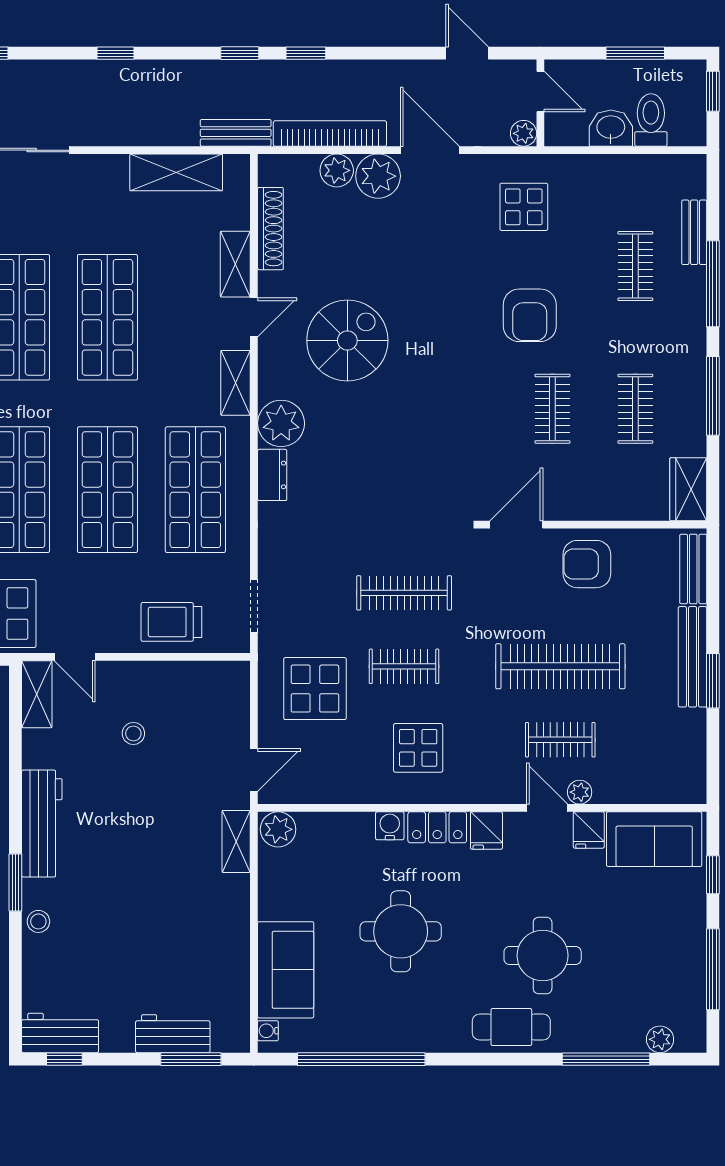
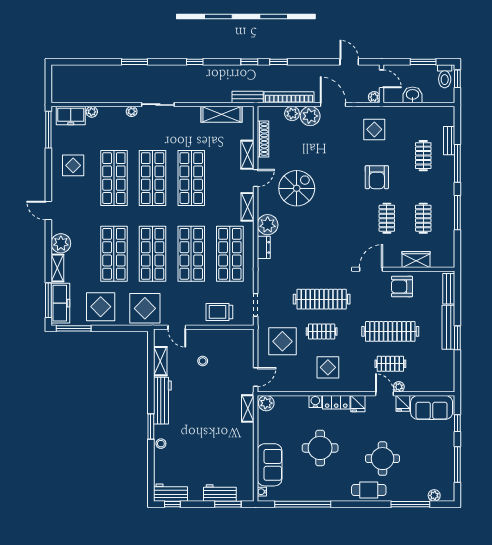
toilet: (651, 120) -> (445, 76), moved, turned 180
wardrobe: (688, 489) -> (416, 259), moved, turned 90
clothes rail: (404, 593) -> (322, 299), width x1.37, depth x1.31
shelving: (37, 694) -> (160, 361), moved

